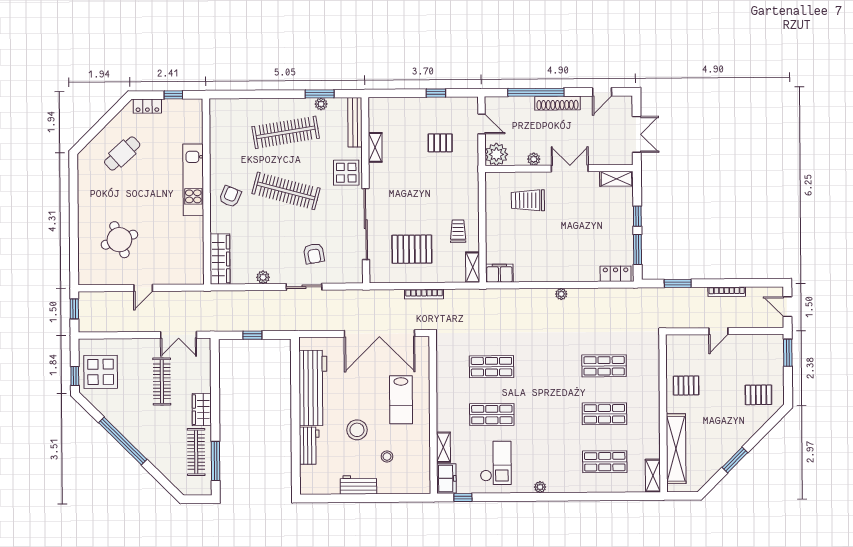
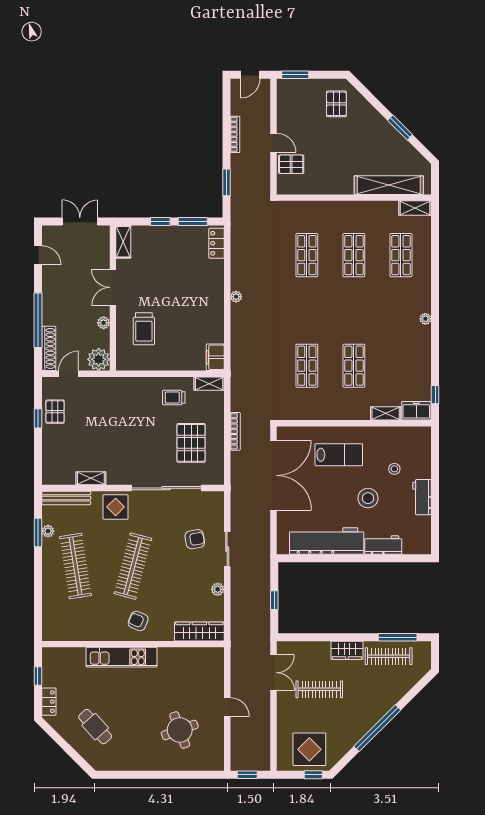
shoe rack: (557, 103) -> (49, 348), moved
pallet: (440, 143) -> (55, 412), moved
pallet: (686, 386) -> (291, 164), moved, turned 90
checkout: (496, 463) -> (401, 362), removed

